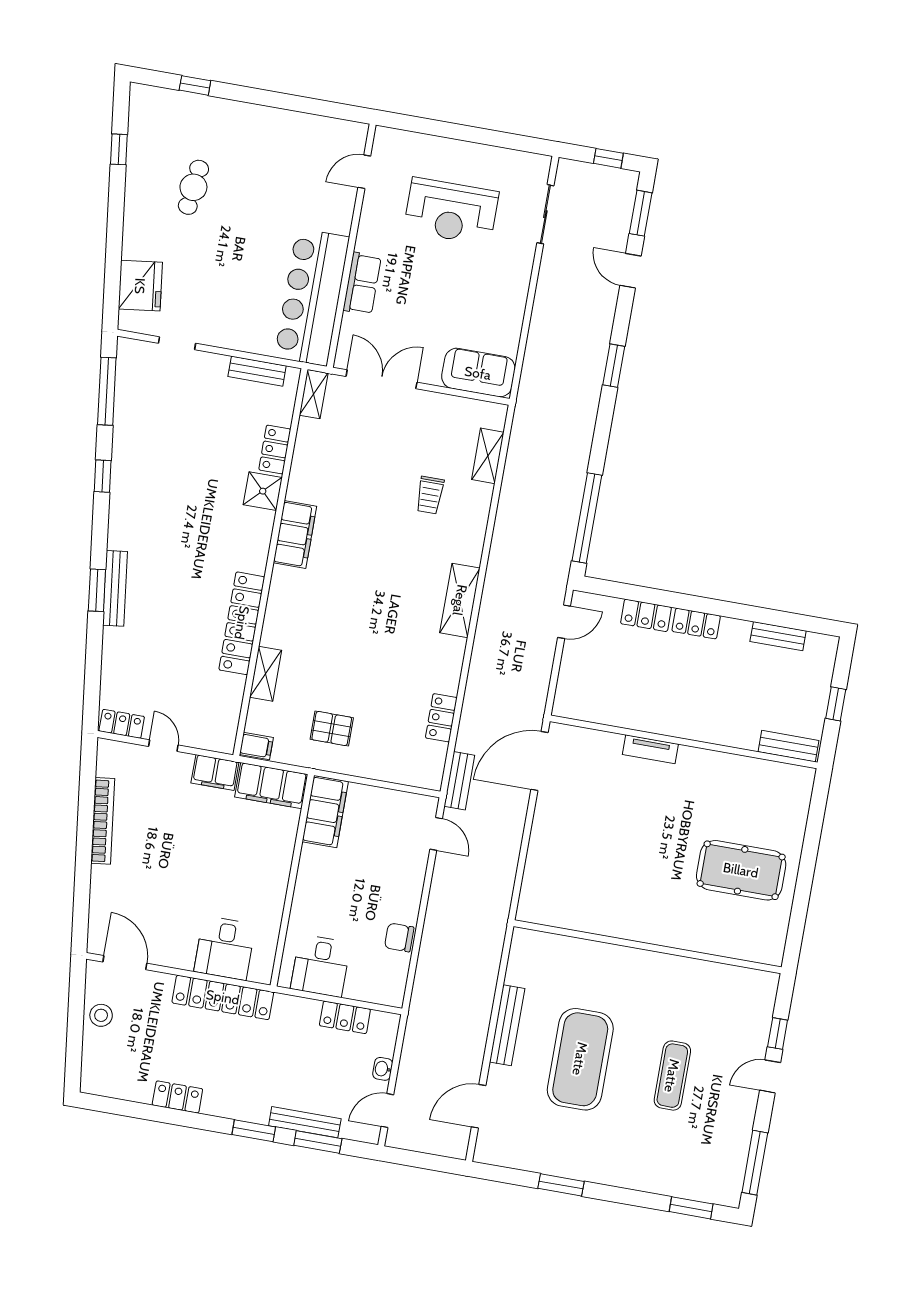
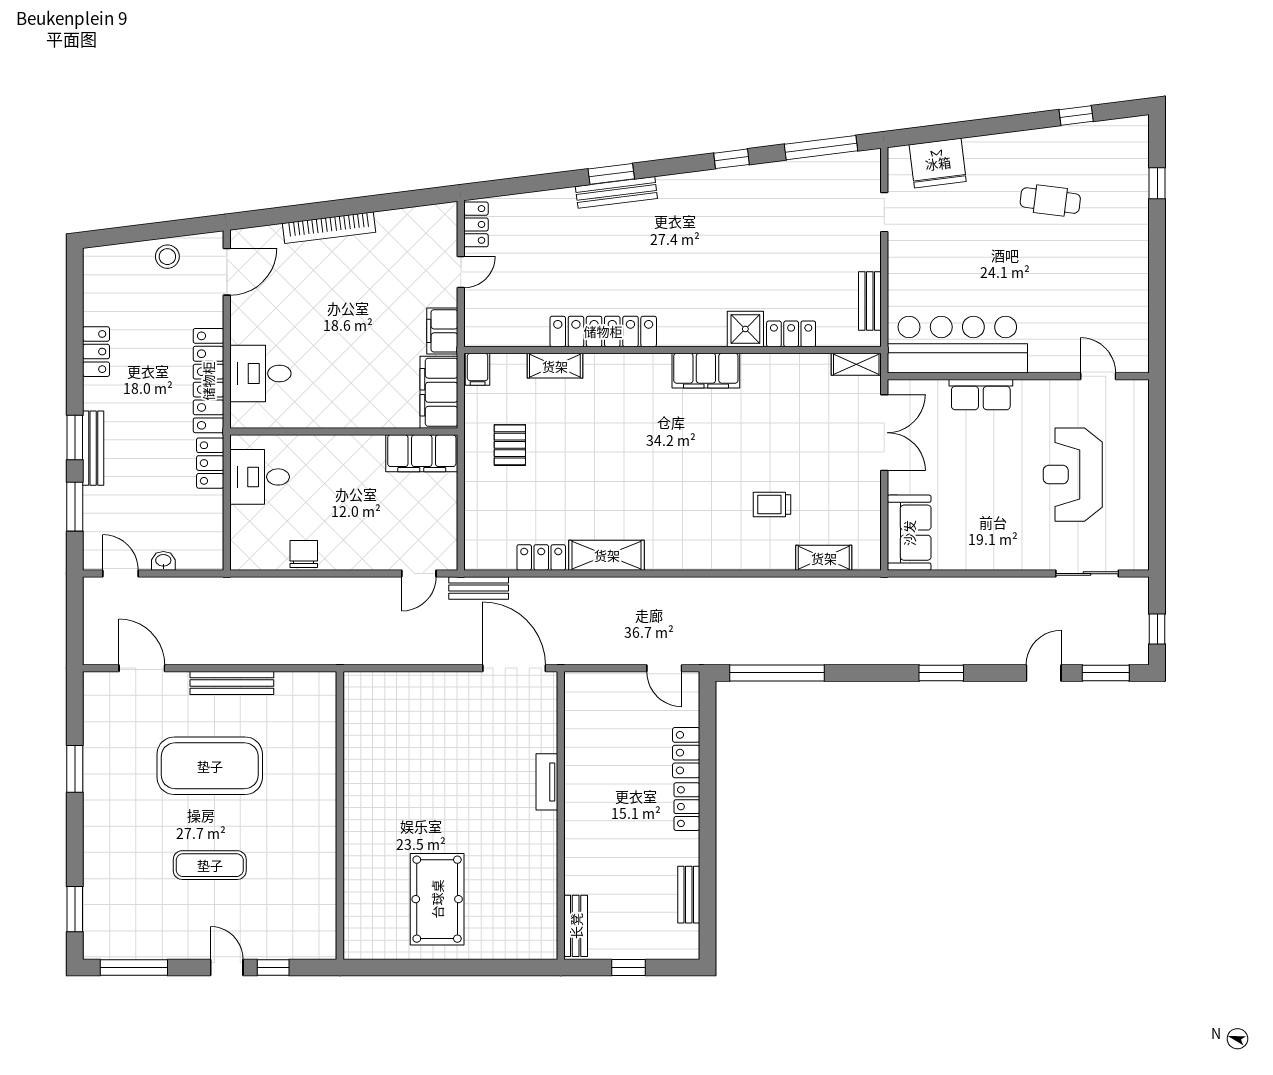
shelving: (460, 600) -> (607, 555), moved
bookcase: (103, 821) -> (329, 228), moved
locker: (345, 1017) -> (210, 463), moved
bench: (305, 1122) -> (93, 448), moved

